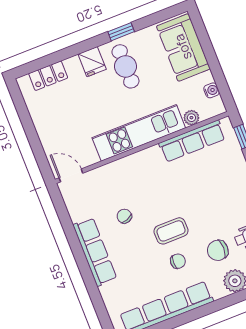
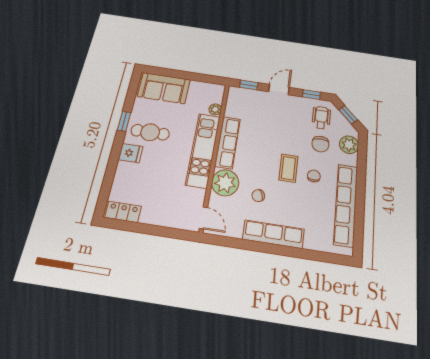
locker: (48, 76) -> (123, 212), moved, turned -90
water cooler: (212, 90) -> (205, 87), removed
row of seats: (192, 141) -> (228, 142), moved
door: (71, 175) -> (203, 218), swing flipped
plant: (118, 176) -> (225, 183), added

